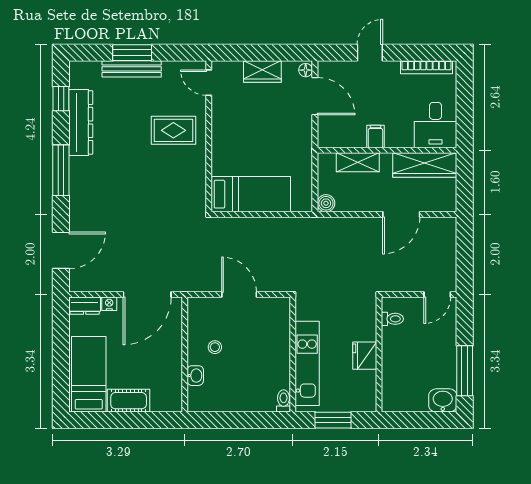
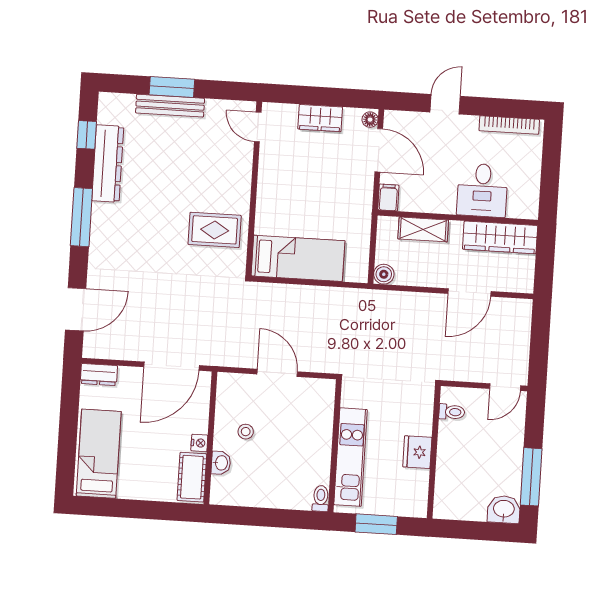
desk: (435, 125) -> (482, 190), moved
rug: (173, 130) -> (215, 230), moved
filing cabinet: (376, 137) -> (388, 197), moved
nightstand: (109, 304) -> (199, 443), moved, turned 90
cot: (129, 401) -> (192, 477), moved, turned 90

